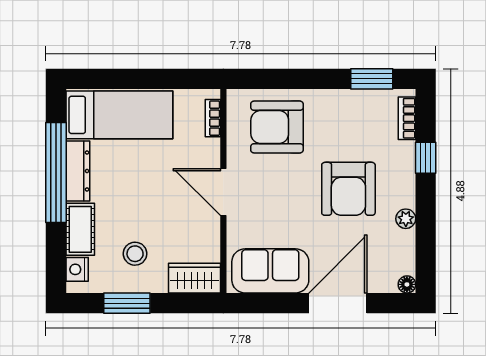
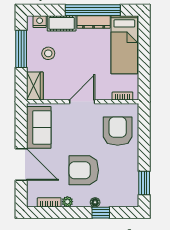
bookcase: (407, 118) -> (49, 202), moved
floor lamp: (407, 284) -> (95, 202), moved
window: (127, 303) -> (21, 49), width x1.44

